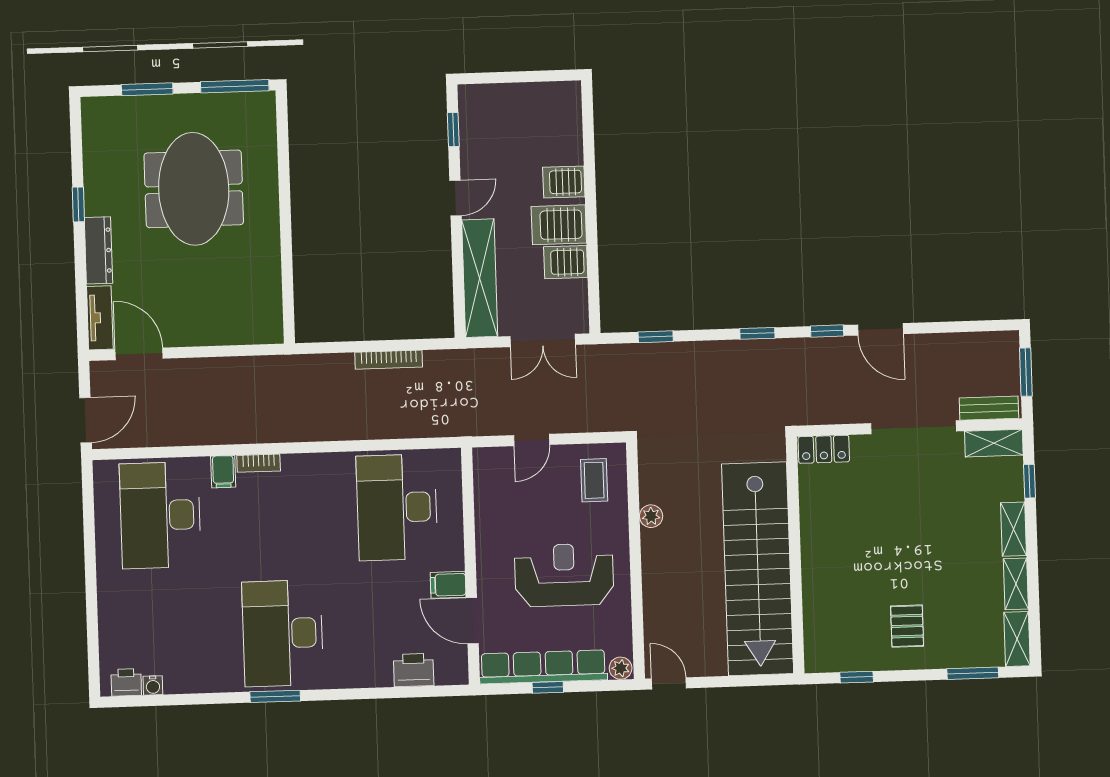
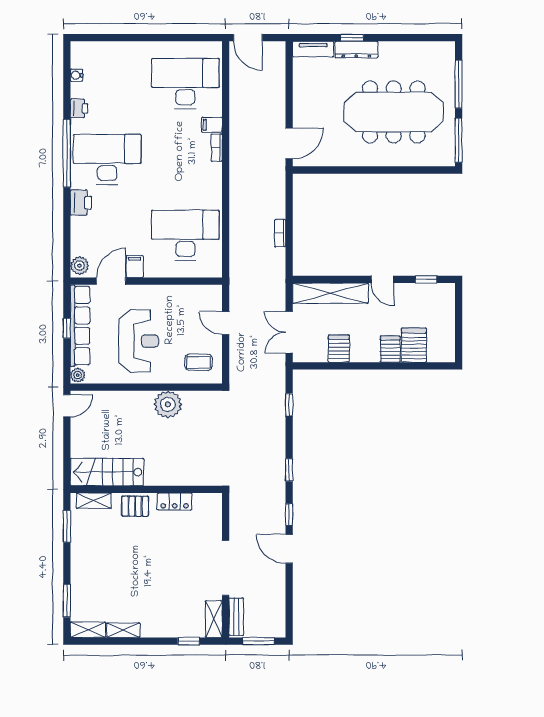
window: (147, 89) -> (459, 84), width x1.44
meeting table: (194, 189) -> (394, 112), width x1.36
window: (78, 204) -> (352, 38), moved
server rack: (559, 225) -> (414, 345), moved
door: (880, 329) -> (289, 549), hinge flipped
door: (139, 354) -> (289, 143), moved
bookcase: (389, 360) -> (280, 233), width x0.64
locker: (824, 449) -> (175, 502), moved, turned -90
plant: (651, 516) -> (168, 404), width x1.87, depth x1.87
shelving: (1014, 529) -> (94, 501), moved
stairs: (758, 569) -> (107, 472), width x0.54, depth x0.66
pallet: (907, 626) -> (135, 506), moved
printer: (414, 670) -> (81, 203), moved
plant: (450, 671) -> (79, 266), added
window: (857, 677) -> (67, 526), width x1.50
printer: (126, 682) -> (79, 108), moved
window: (275, 696) -> (67, 153), width x2.11

